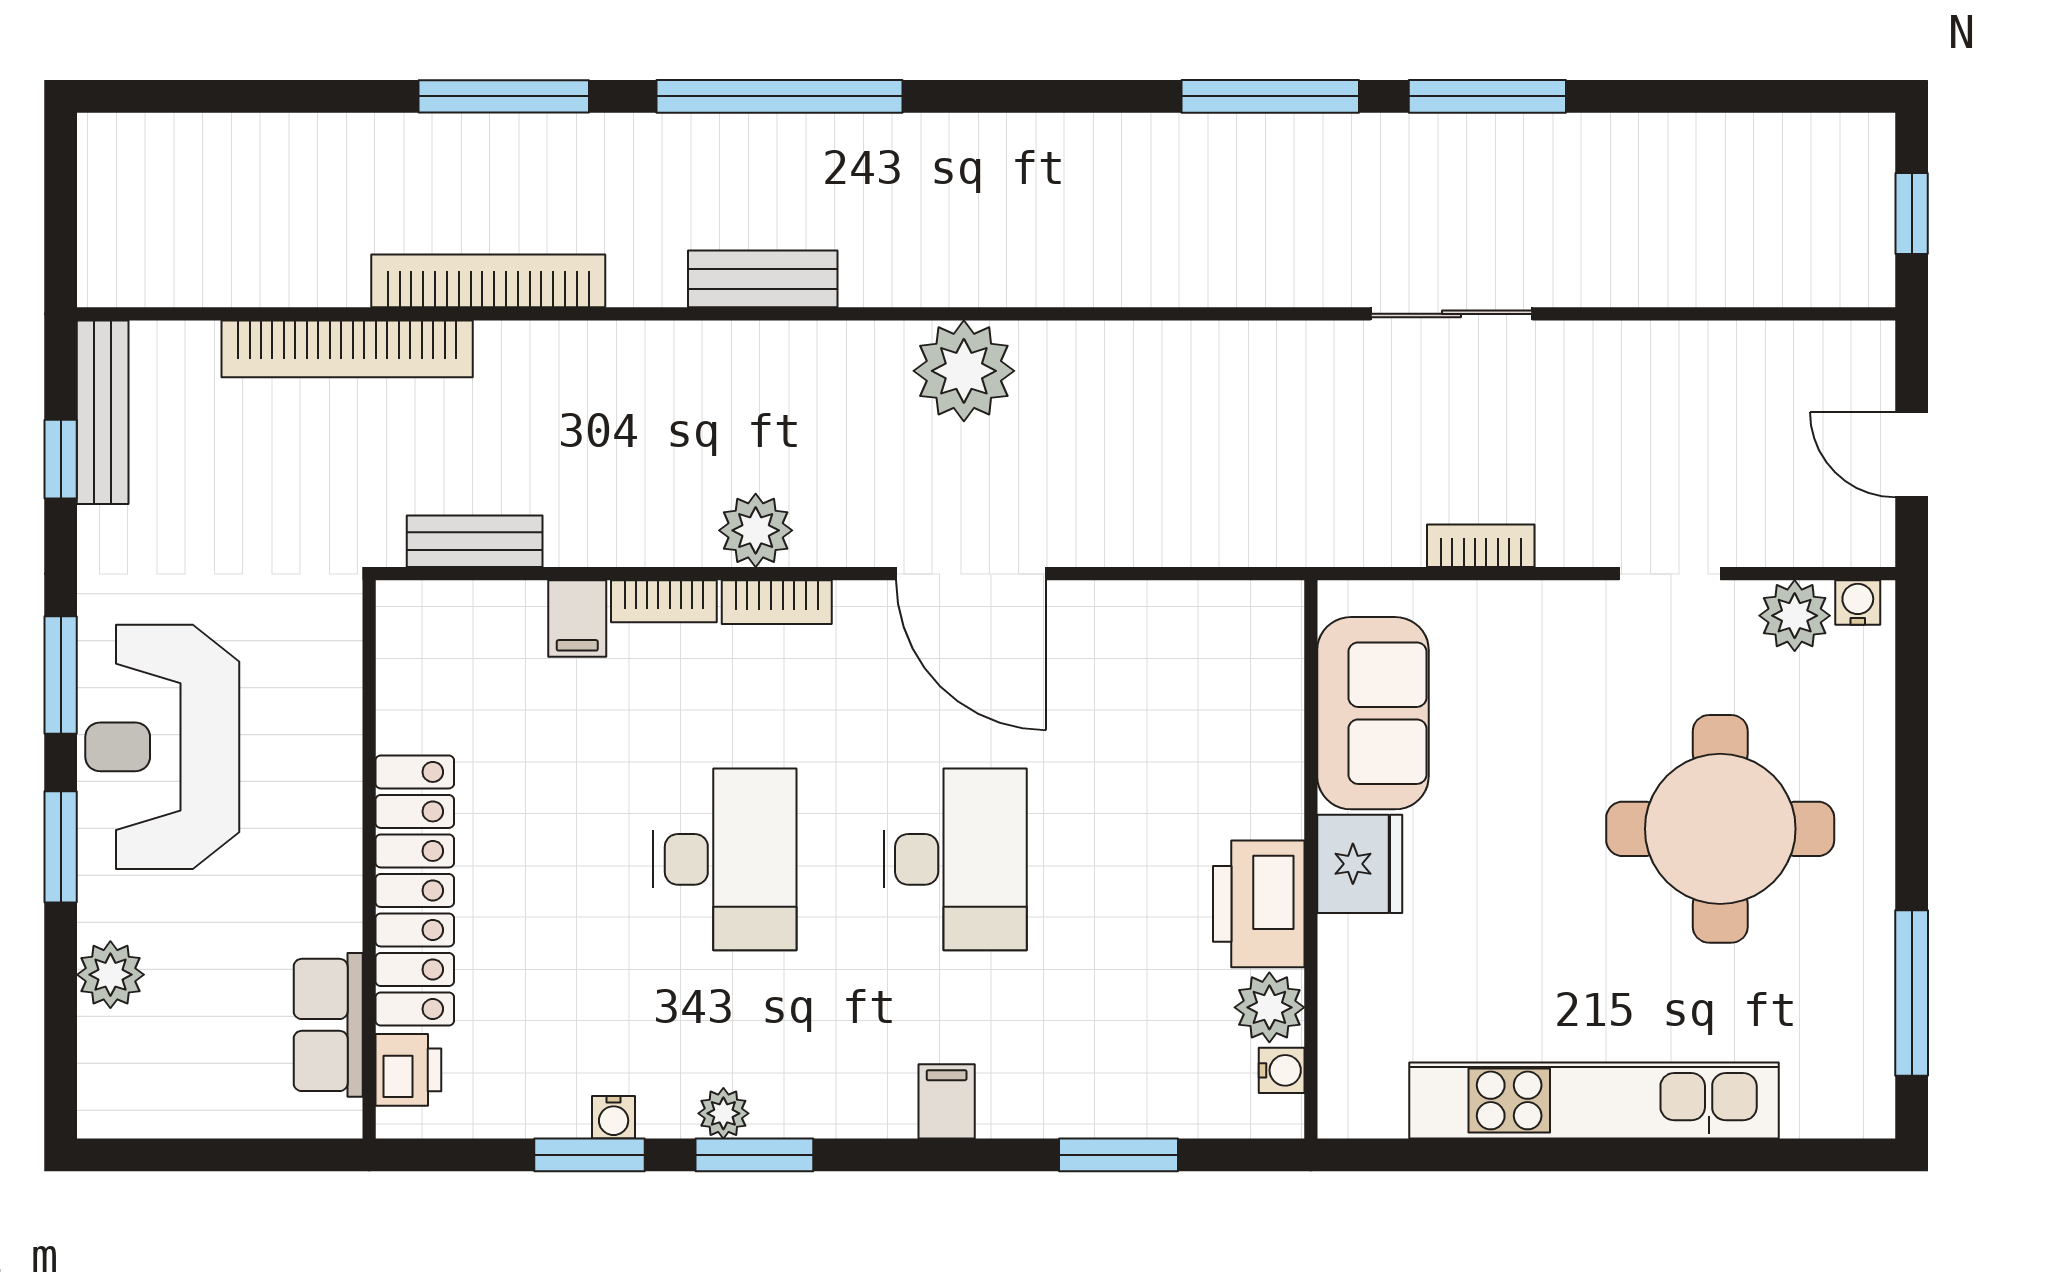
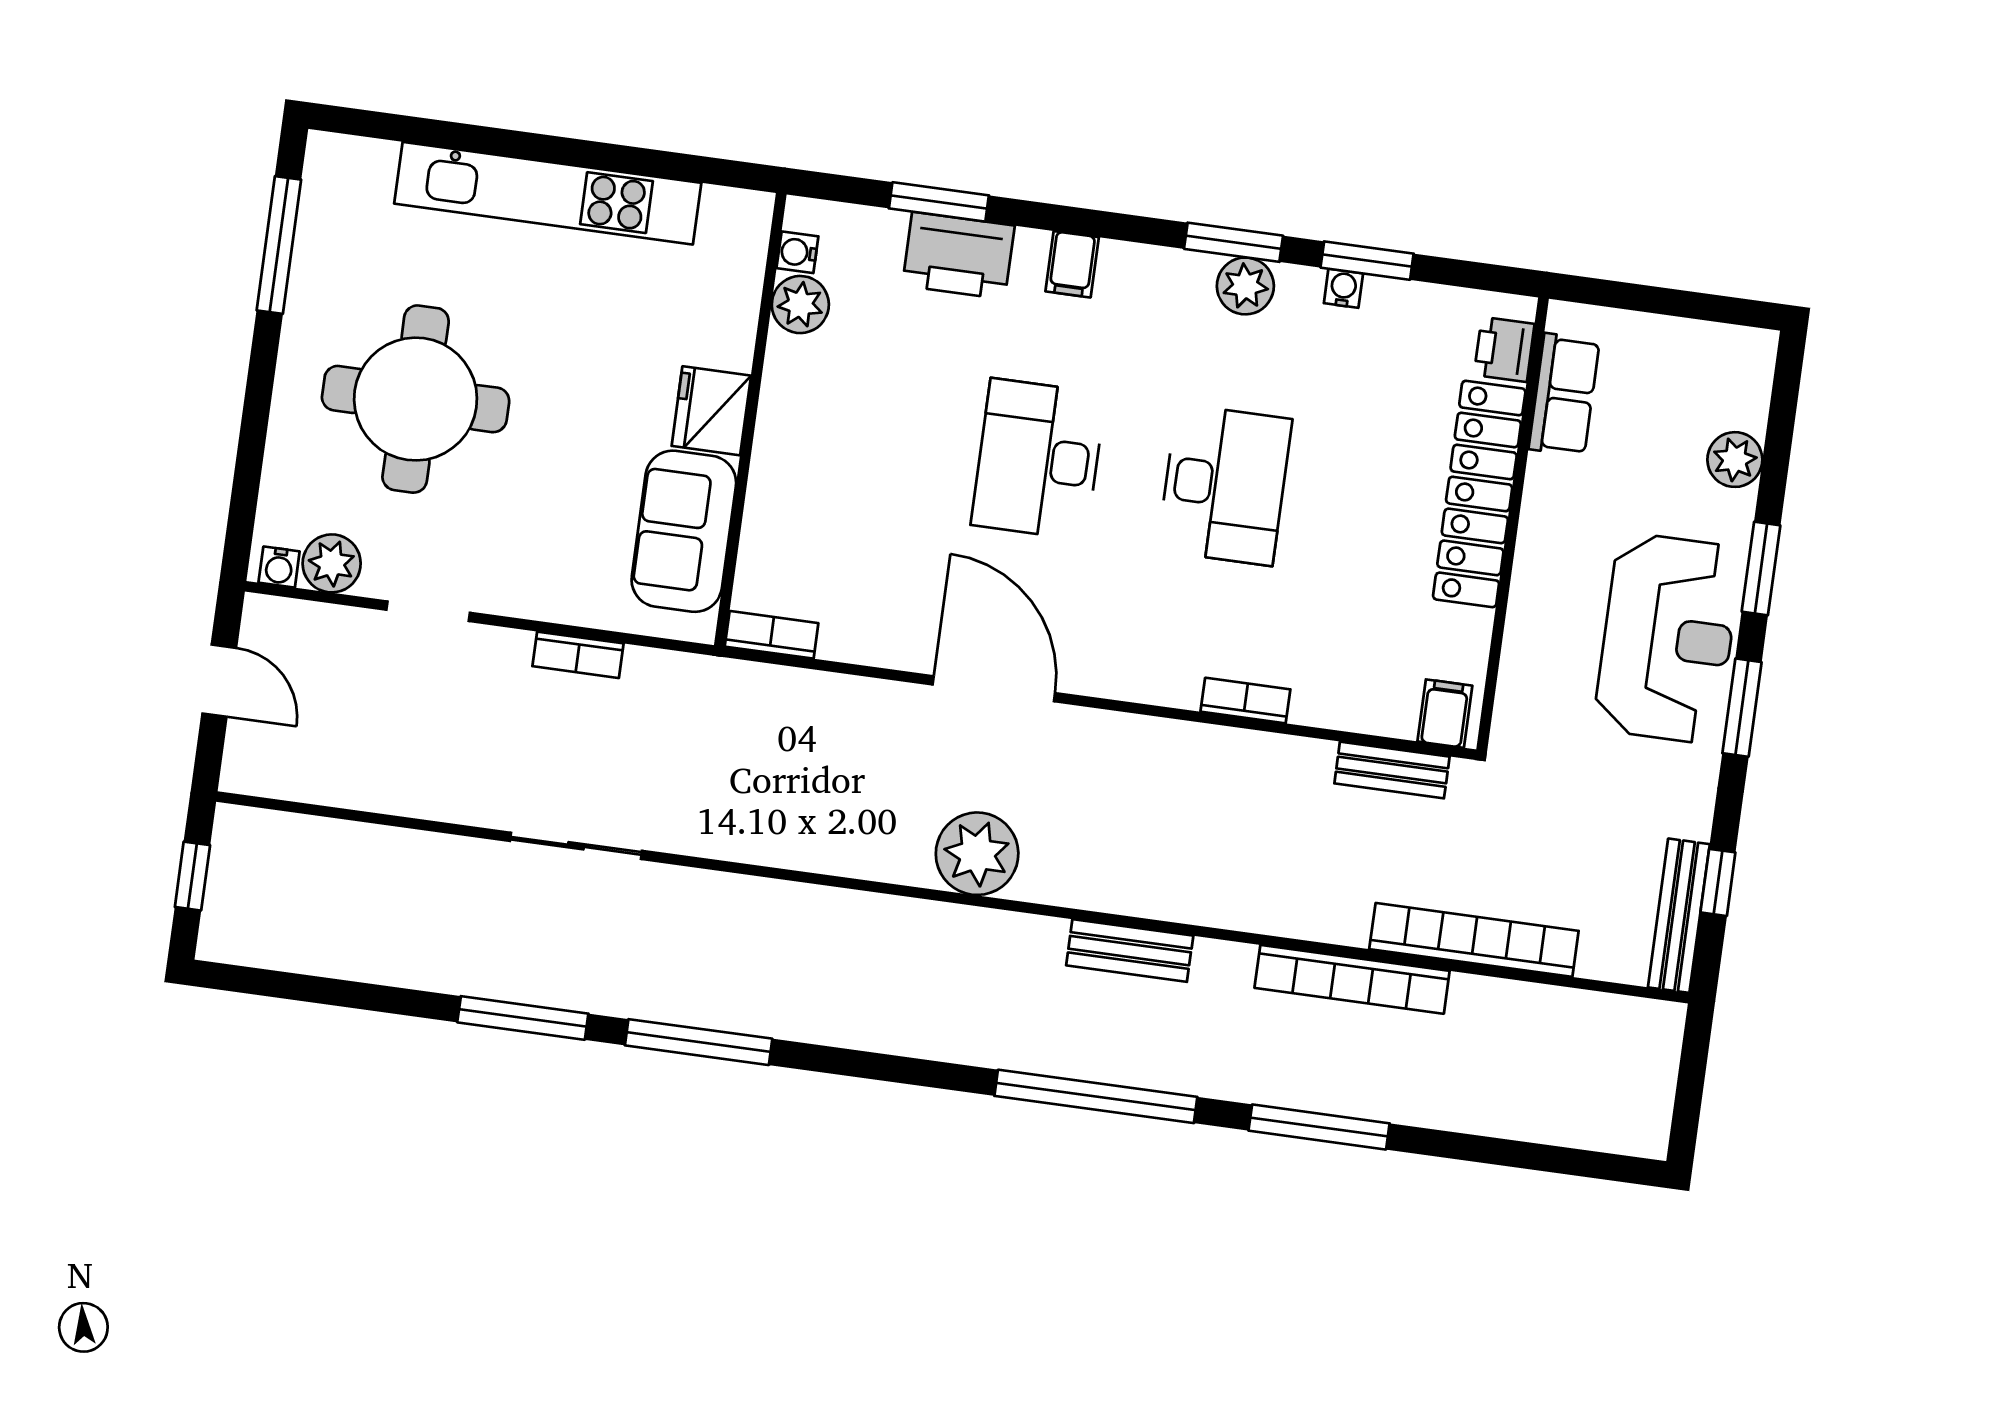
plant: (756, 530) -> (1163, 748), removed
bookcase: (777, 602) -> (772, 635), moved
filing cabinet: (577, 619) -> (1445, 714), moved
desk: (725, 859) -> (1225, 485), turned 180
printer: (1259, 904) -> (958, 256), moved, turned 90
plant: (723, 1113) -> (1245, 286), width x1.38, depth x1.38

